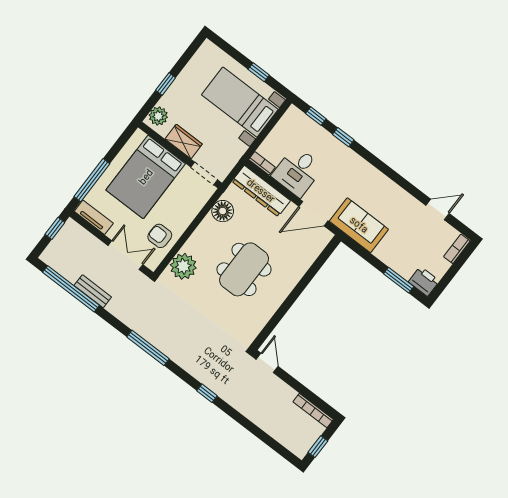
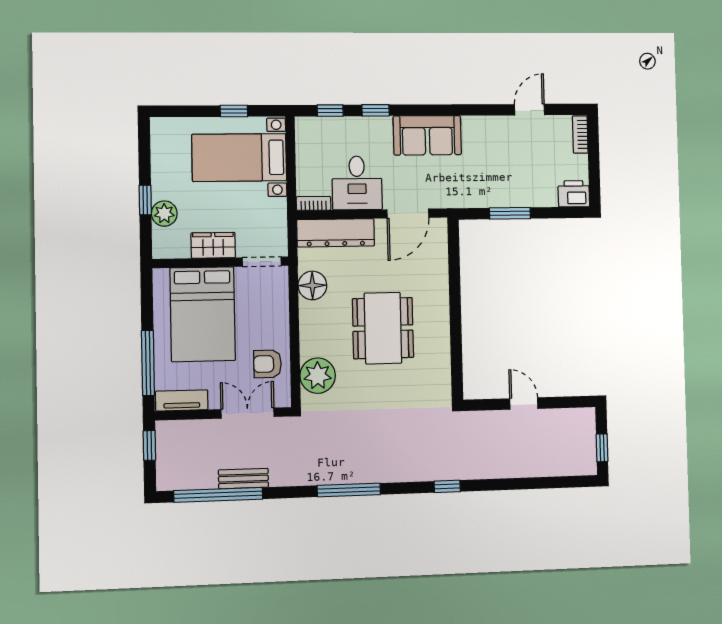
plant: (158, 116) -> (164, 214), moved
sofa: (359, 225) -> (427, 135), moved, turned 180
window: (399, 280) -> (510, 213), moved
door: (267, 363) -> (524, 404), moved
bookcase: (313, 411) -> (568, 415), removed

